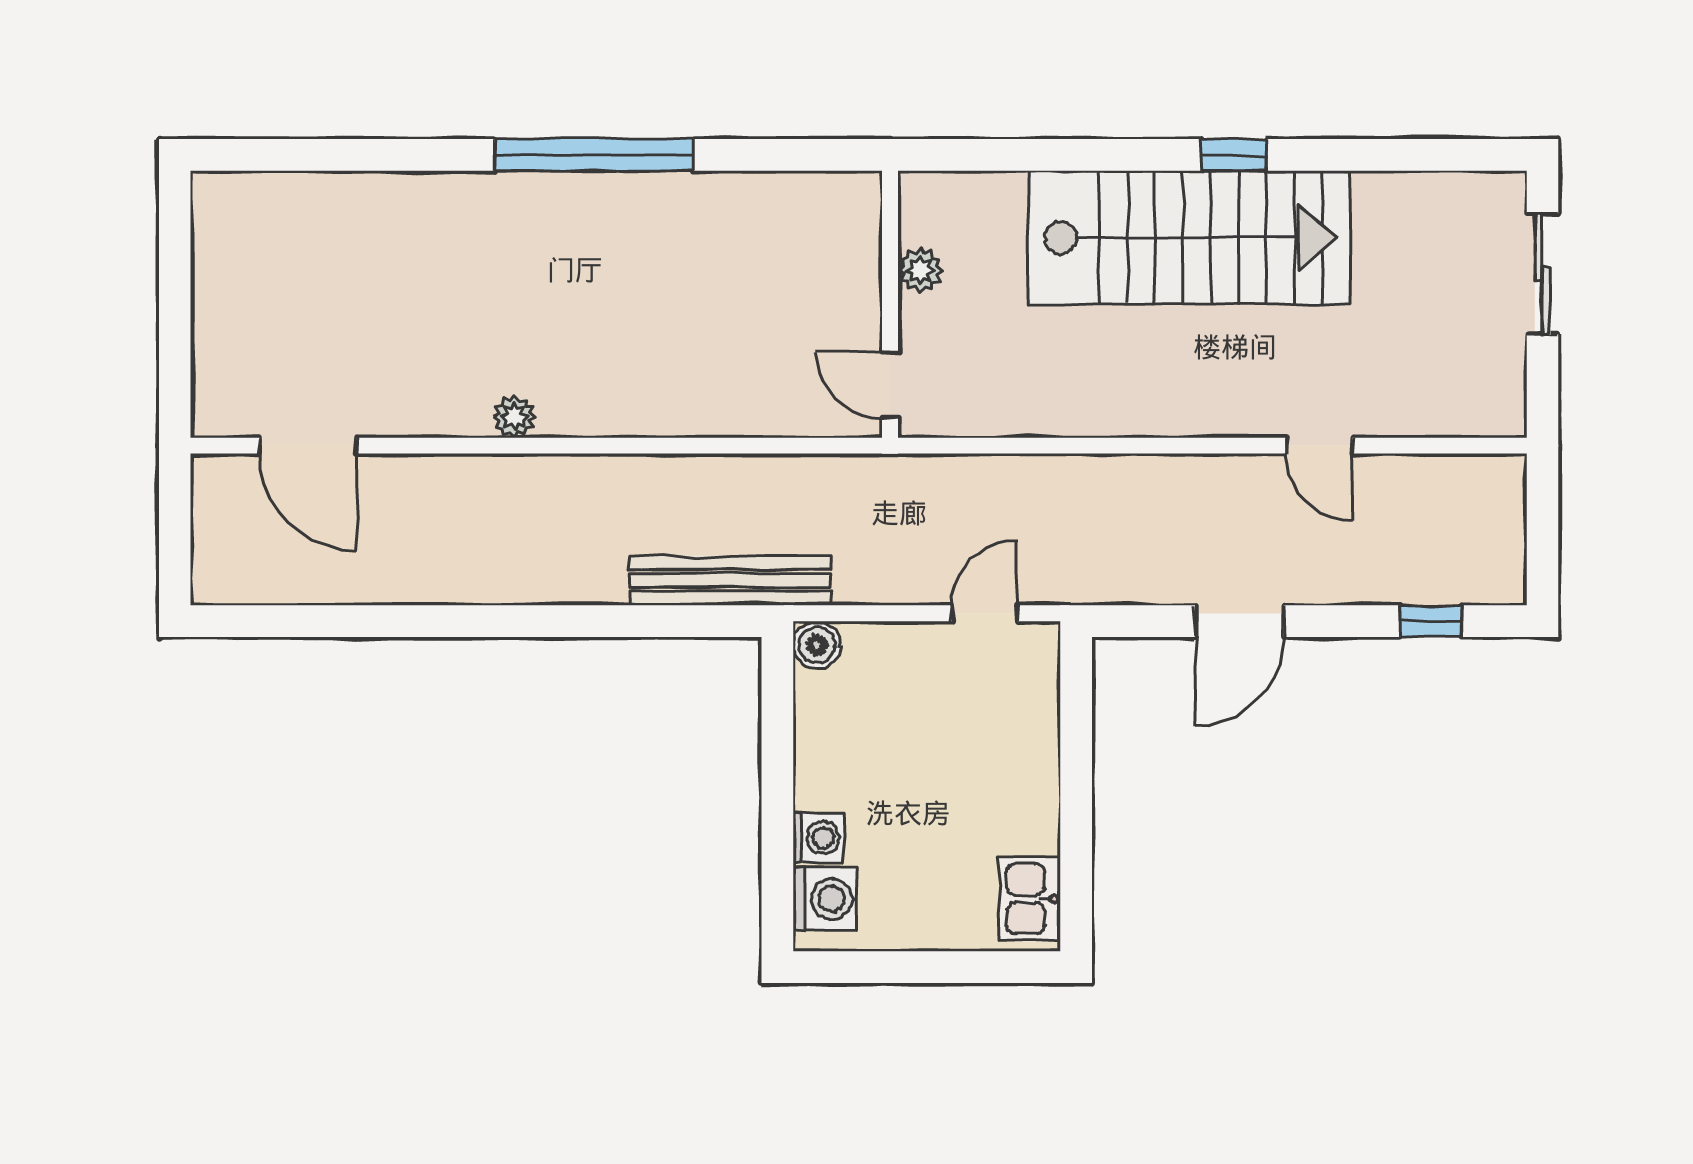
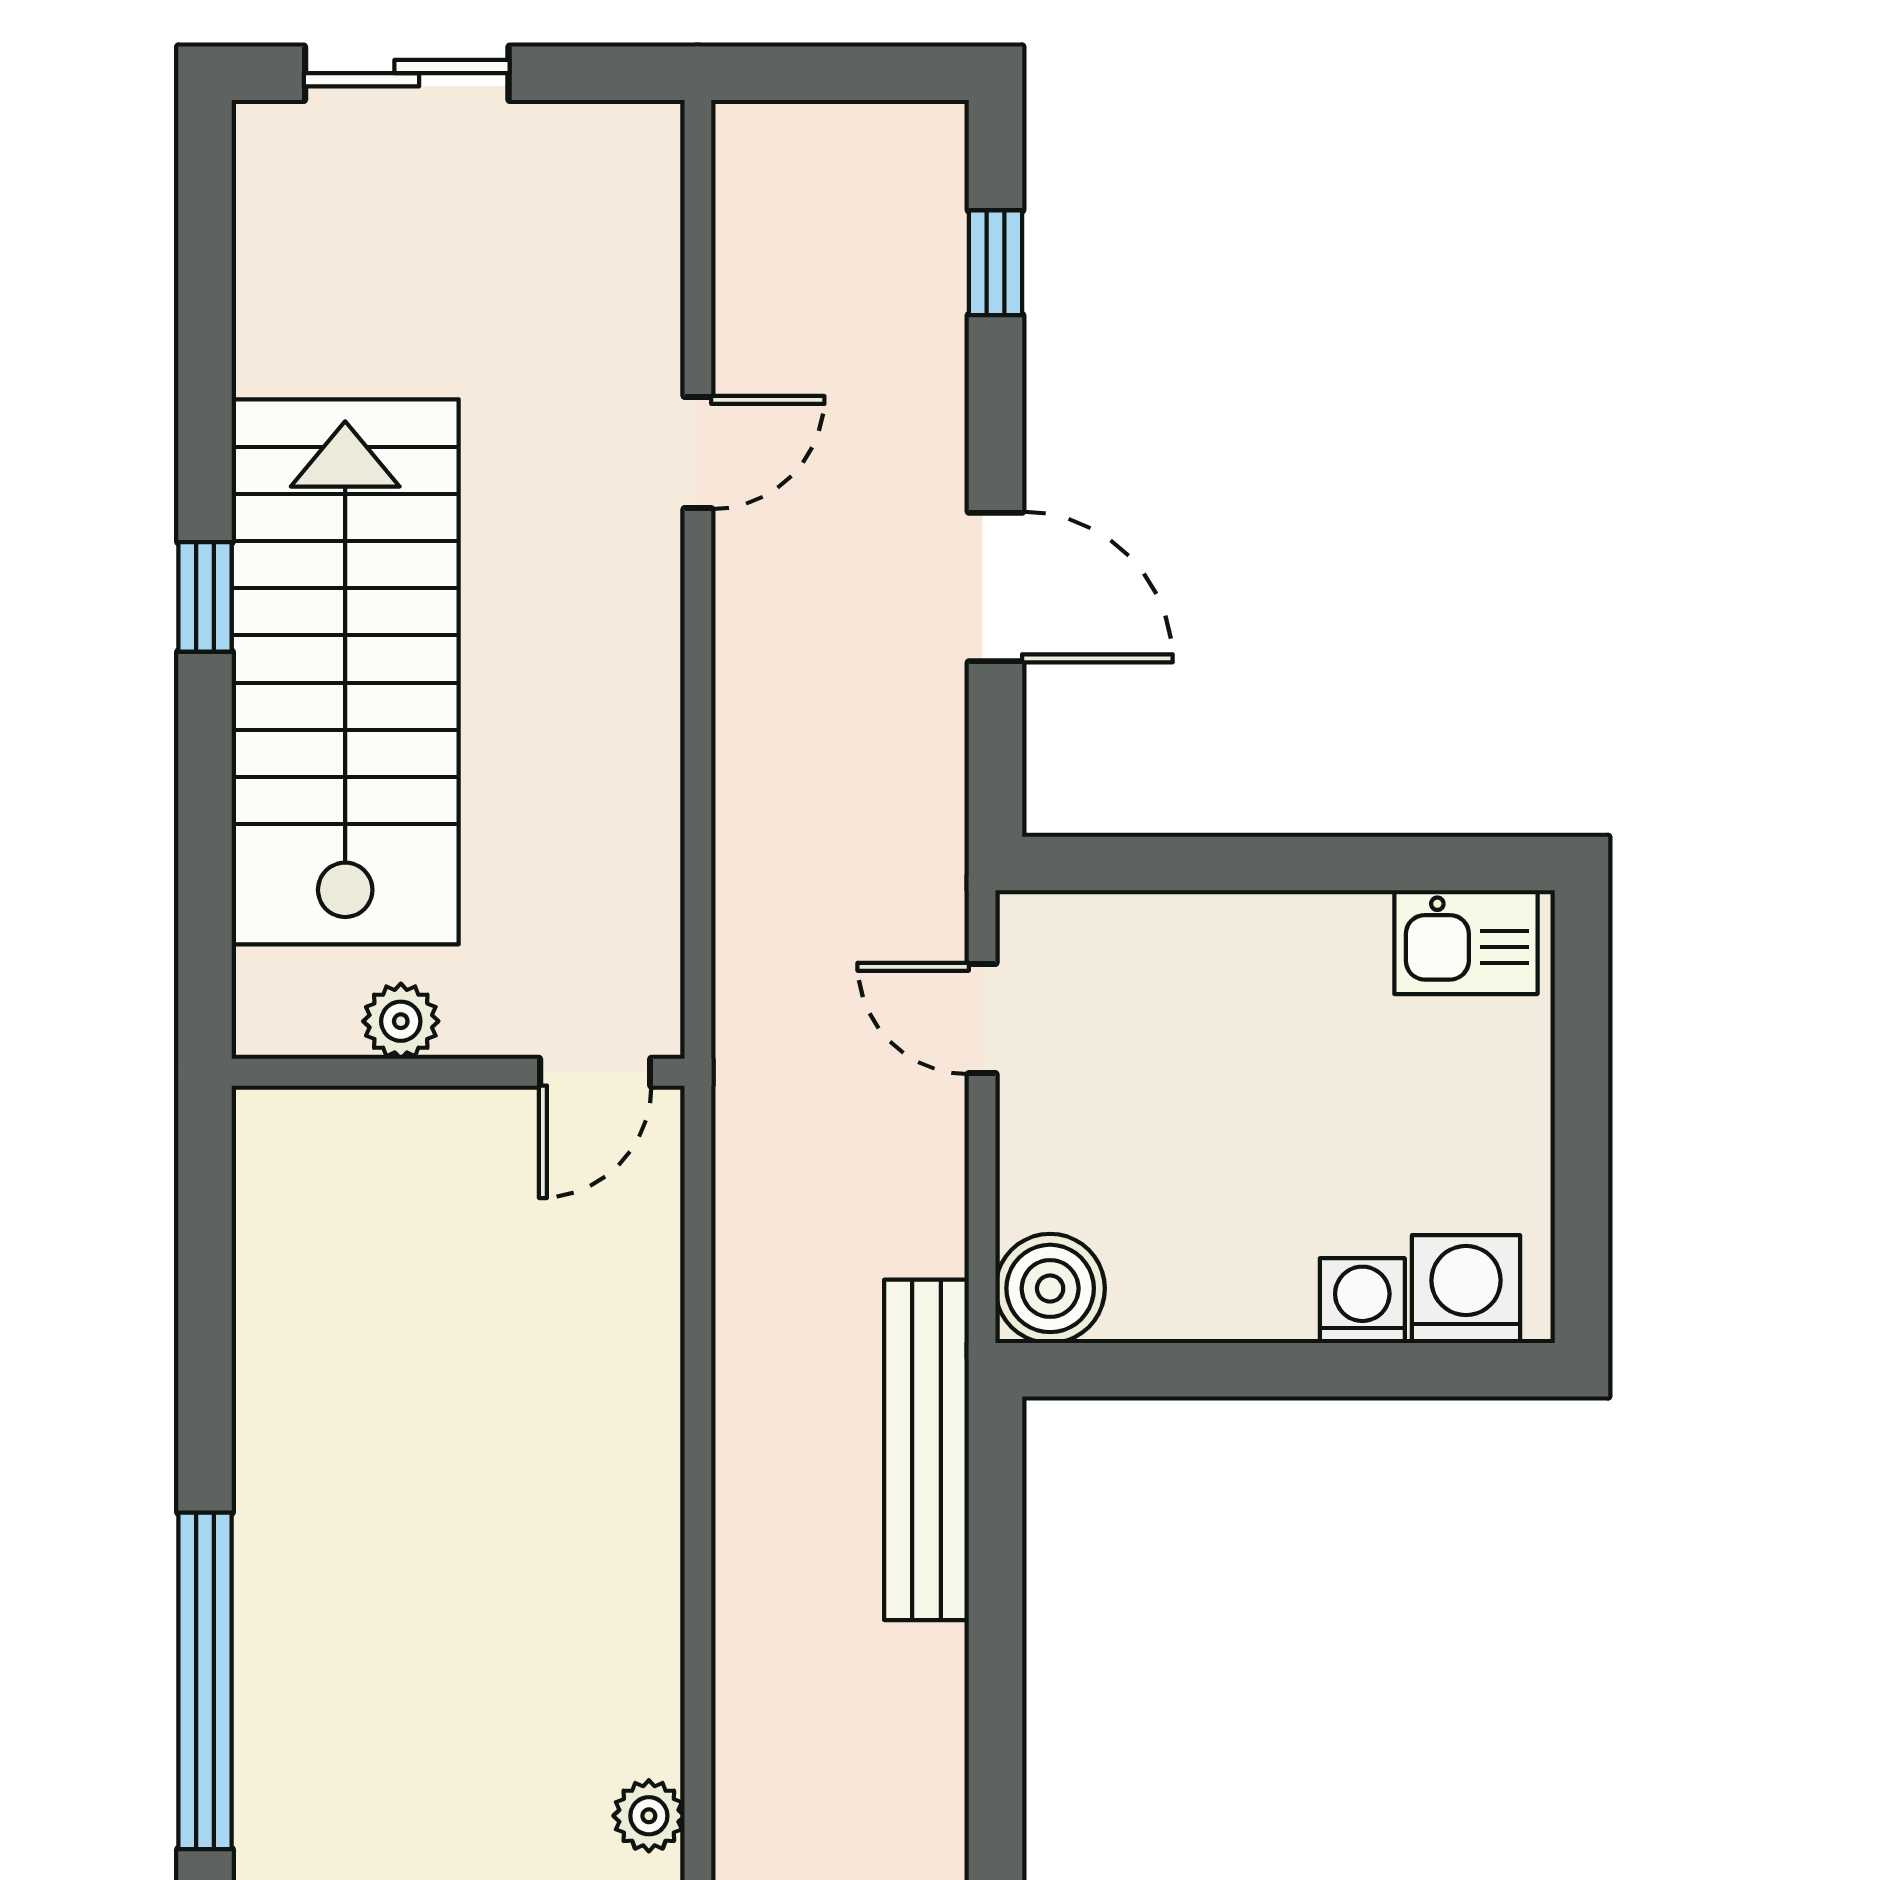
plant: (920, 270) -> (401, 1021), moved
wall: (890, 304) -> (458, 1072), moved
door: (890, 385) -> (595, 1072), moved
boiler: (817, 645) -> (1050, 1288), width x1.36, depth x1.36

